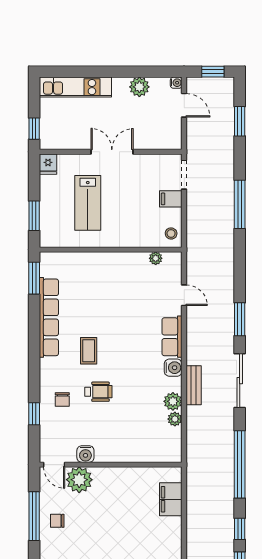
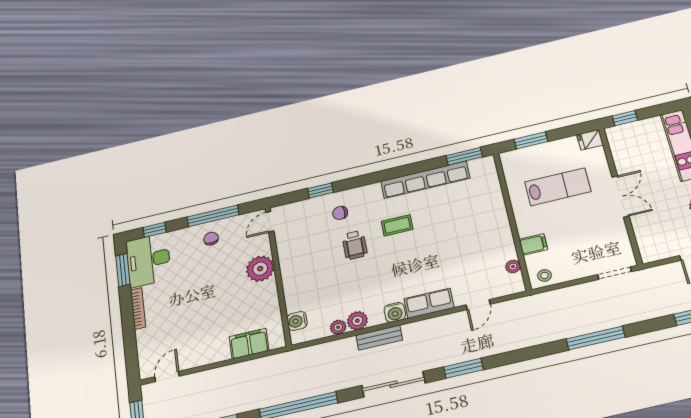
filing cabinet: (171, 199) -> (533, 244), moved, turned 90
lab bench: (88, 203) -> (558, 187), turned 180
water cooler: (85, 454) -> (297, 321), moved
plant: (79, 480) -> (260, 269), moved

